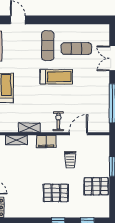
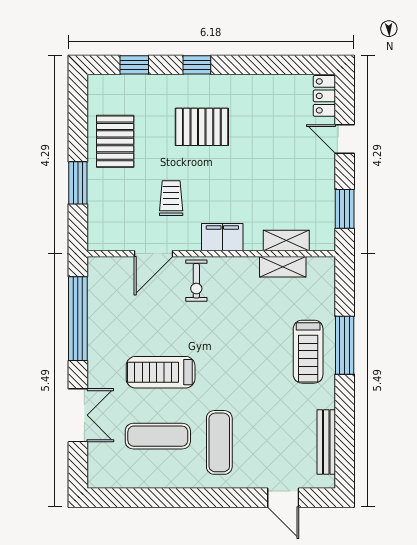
treadmill: (56, 77) -> (161, 372), moved
shelving: (29, 128) -> (283, 267), moved
pallet: (96, 186) -> (115, 141), turned 90

